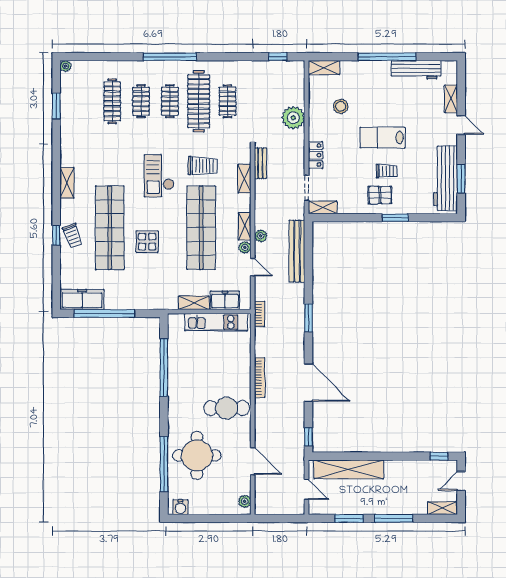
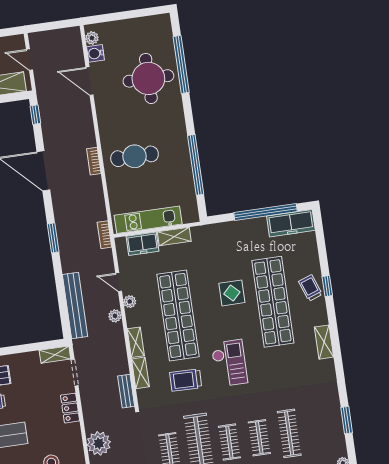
shelving: (245, 226) -> (136, 342), moved
bookcase: (260, 378) -> (94, 161), width x0.64
cafe table: (227, 408) -> (135, 156), moved
water cooler: (180, 507) -> (95, 53), moved, turned -90

